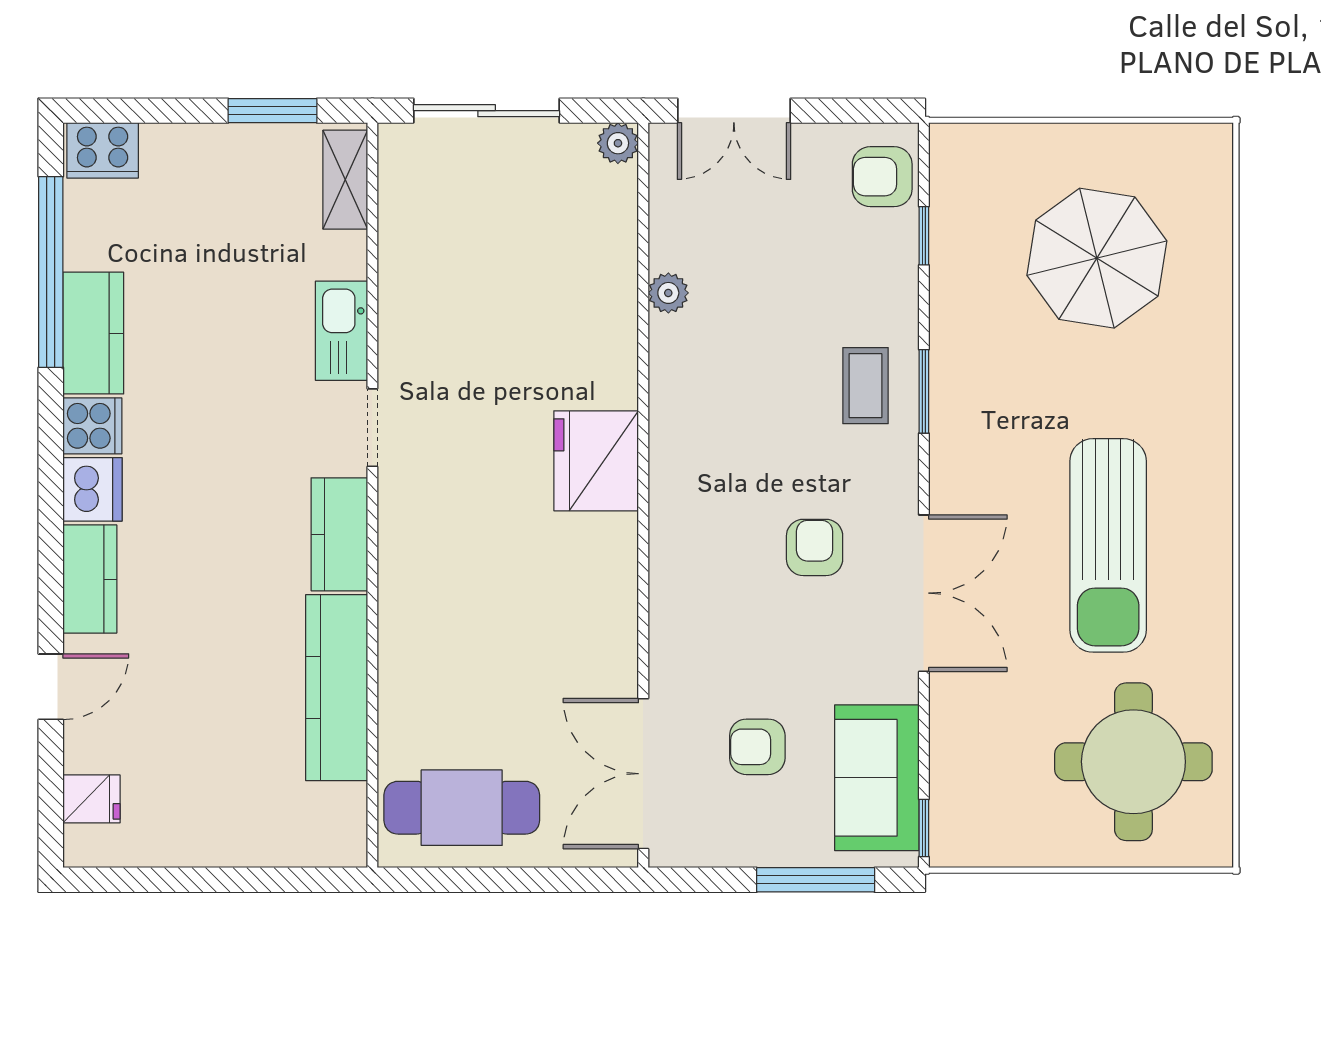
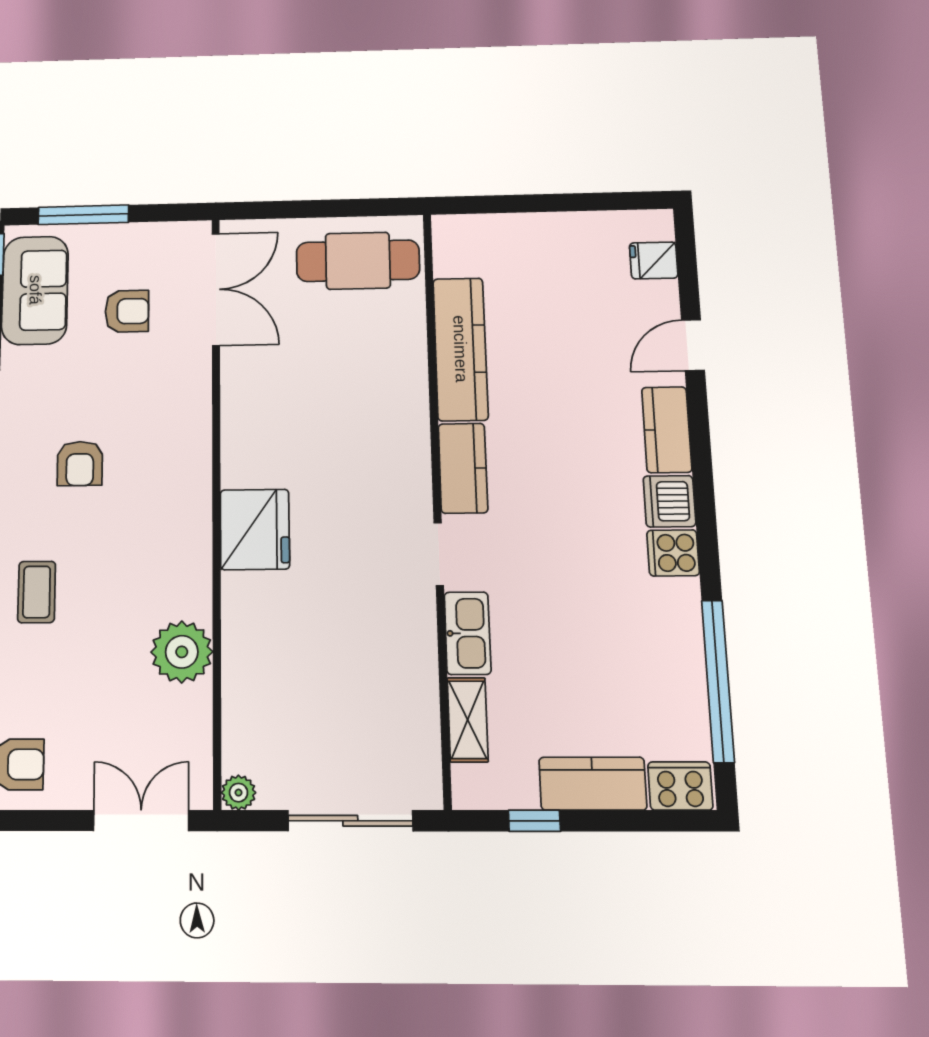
window: (273, 111) -> (534, 821), width x0.67
shelving: (345, 180) -> (468, 720), moved
plant: (668, 293) -> (182, 652), width x1.88, depth x1.88
kitchen counter: (93, 333) -> (593, 784), moved, turned 90

